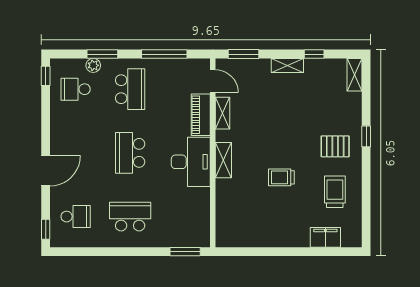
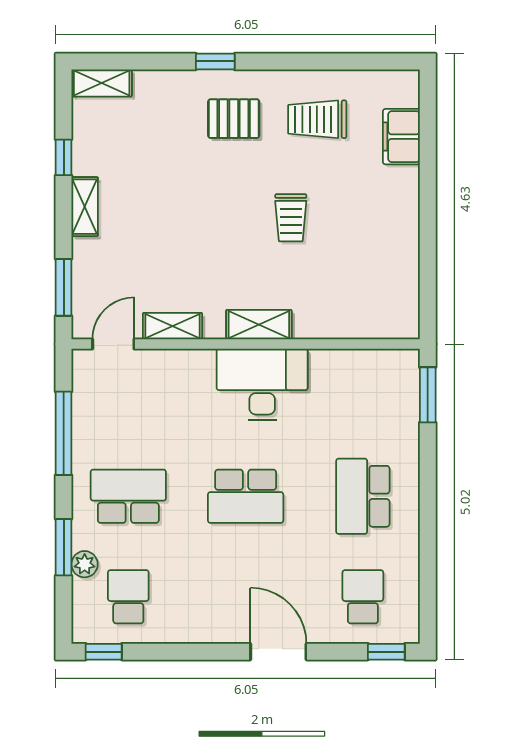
school desk: (76, 89) -> (128, 597), turned 180
piano: (201, 115) -> (175, 366), removed
pallet: (335, 146) -> (234, 119), turned 90

